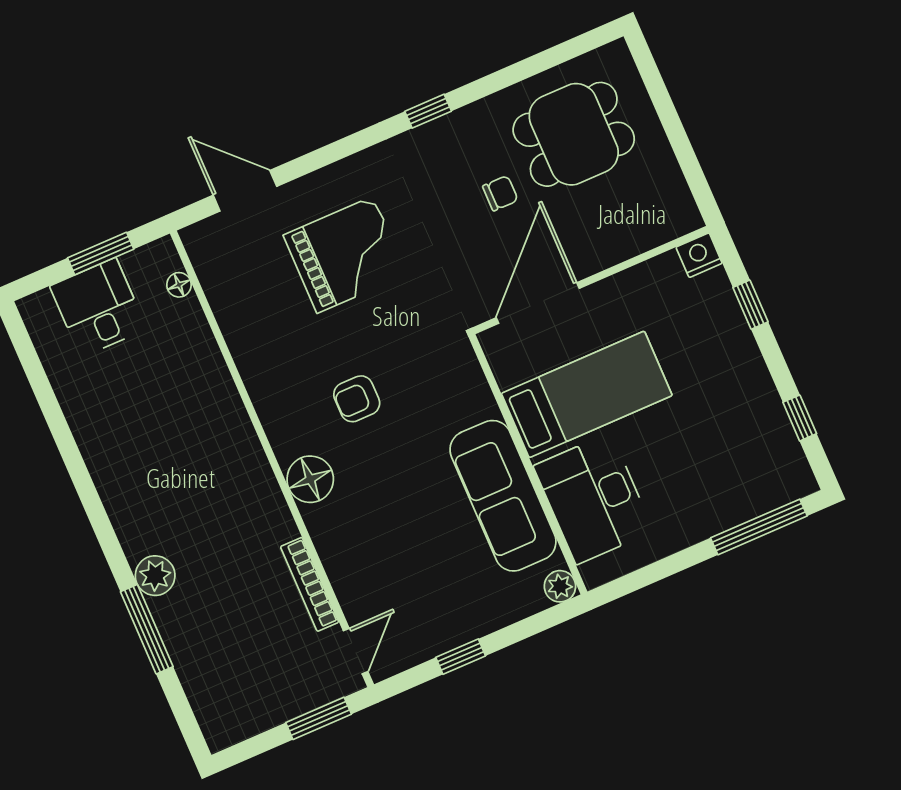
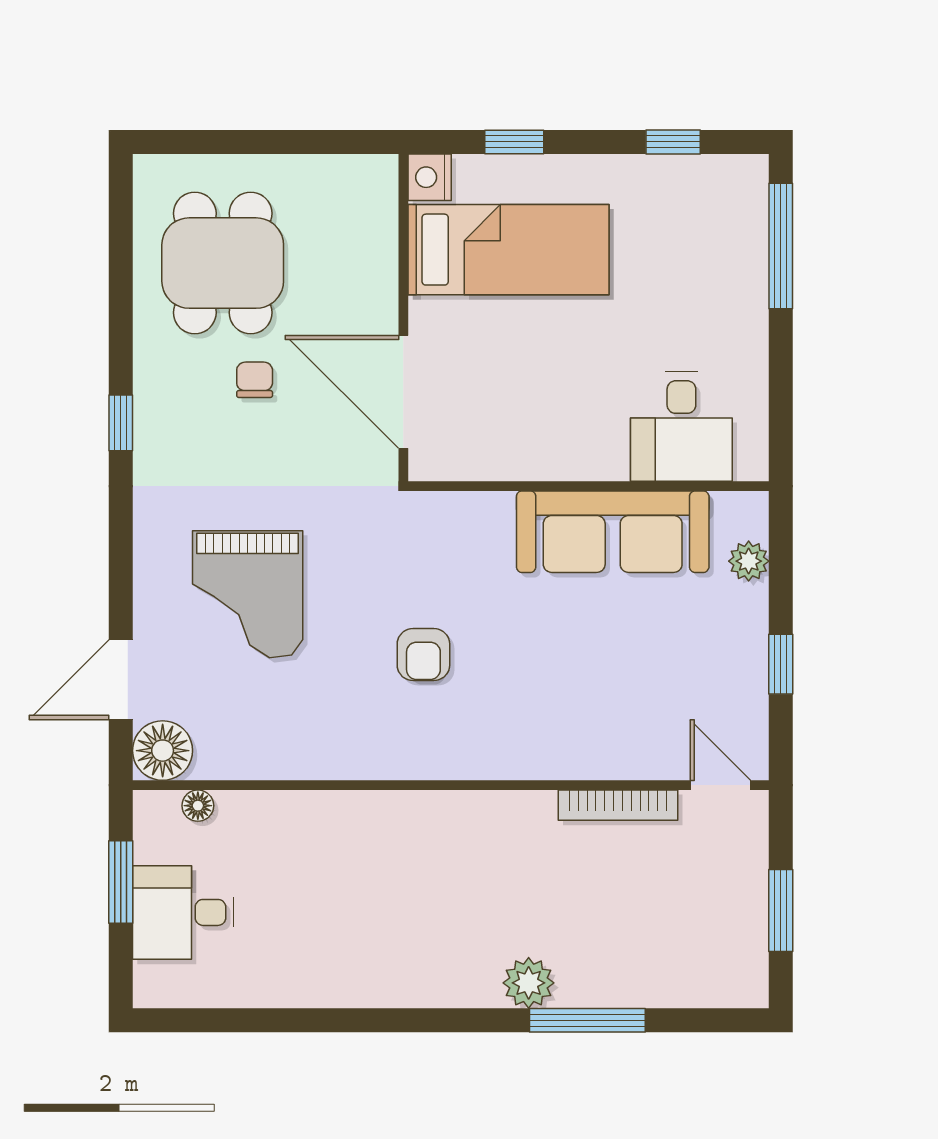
grand piano: (345, 255) -> (248, 594), turned 180
bed: (587, 394) -> (508, 250), moved, turned 90
floor lamp: (310, 479) -> (163, 751), moved
desk: (593, 499) -> (681, 427), width x0.73
plant: (560, 586) -> (749, 561), moved
window: (319, 718) -> (781, 911), moved

